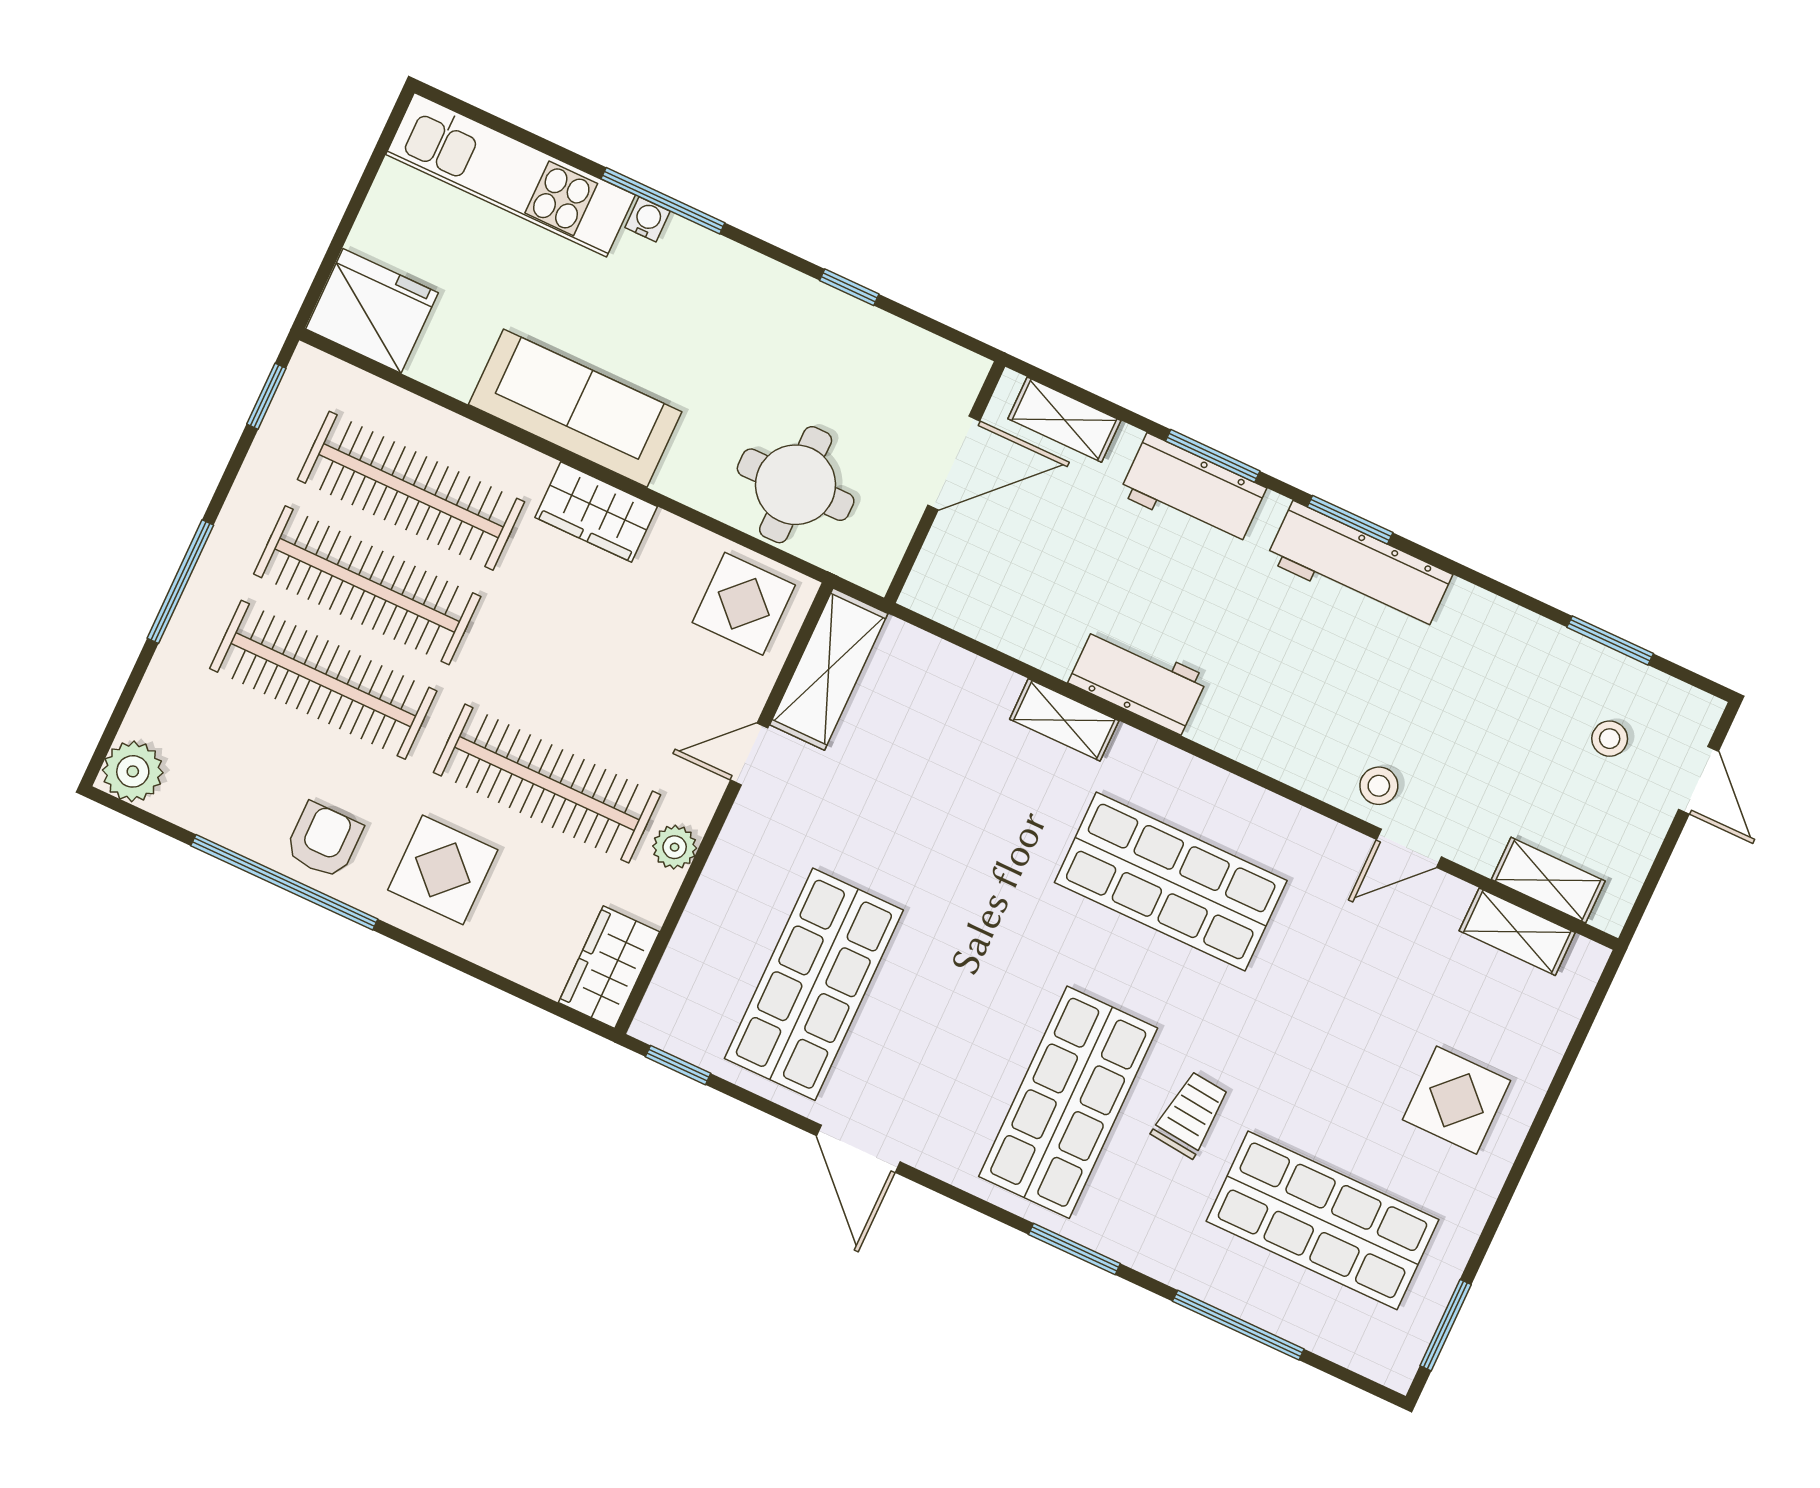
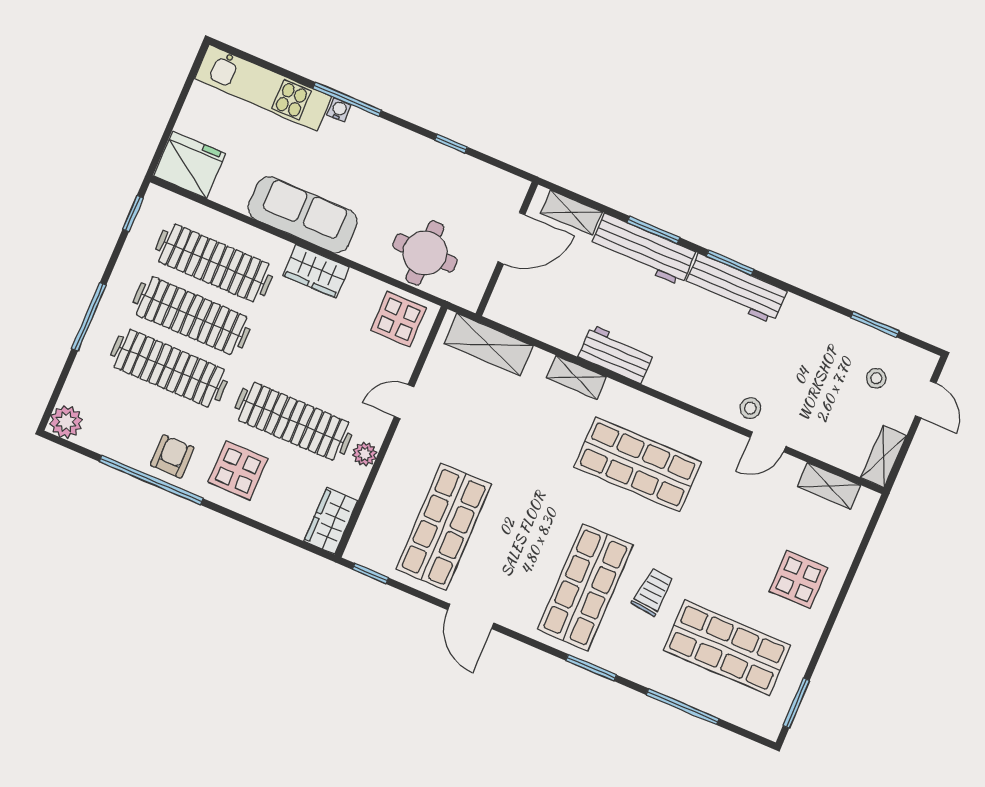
workbench: (1193, 491) -> (643, 250), width x1.38
shelving: (829, 669) -> (489, 345), moved, turned 90
shelving: (1548, 880) -> (884, 457), moved, turned 90

